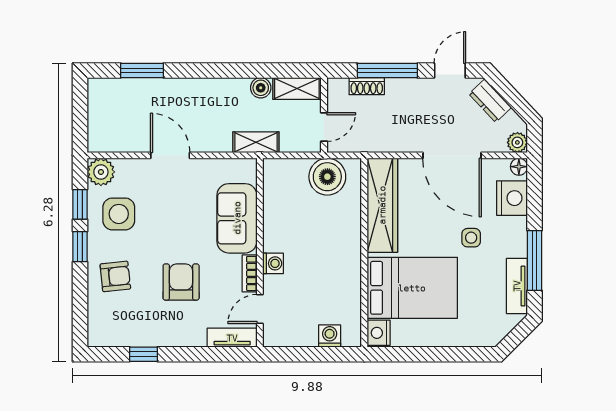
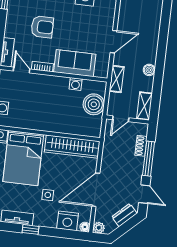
window: (142, 70) -> (165, 19), removed
boiler: (261, 88) -> (149, 70), moved
door: (324, 127) -> (121, 119), hinge flipped
door: (170, 155) -> (113, 42), moved
boiler: (327, 177) -> (94, 104), moved
window: (535, 261) -> (30, 229), width x0.46
washing machine: (273, 263) -> (76, 84), moved

